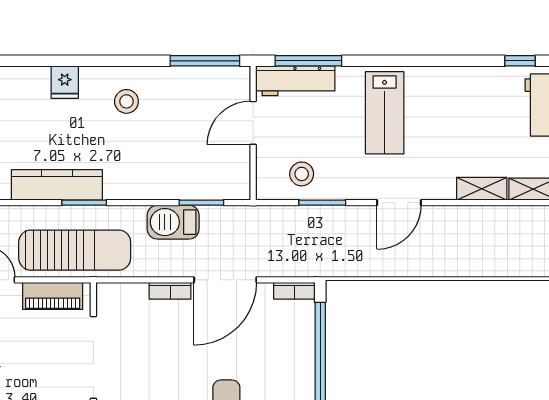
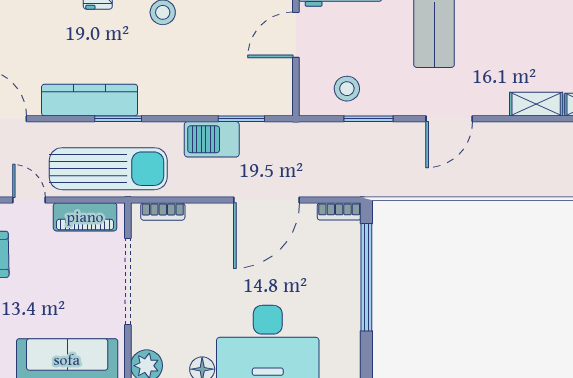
bookcase: (170, 291) -> (163, 212), moved

